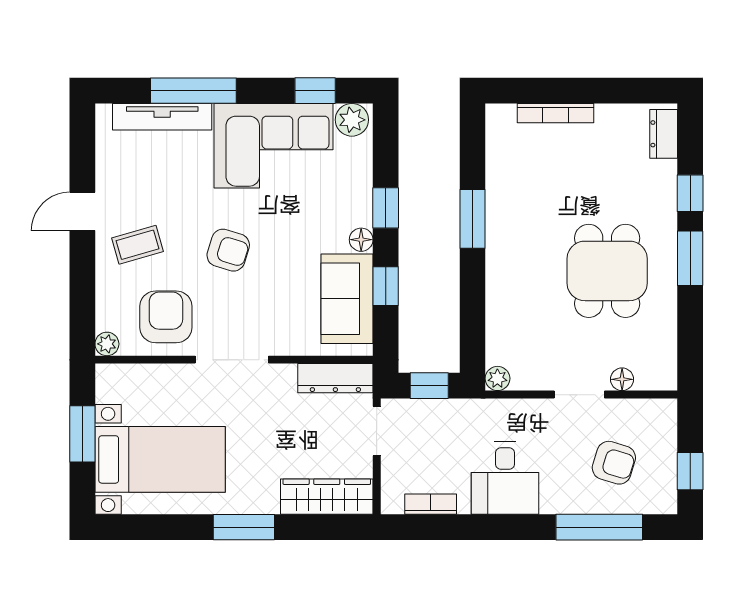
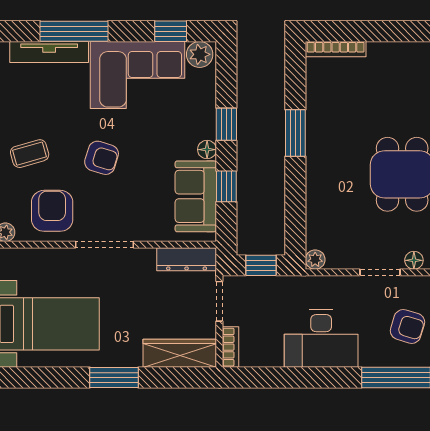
bookcase: (556, 113) -> (336, 49), moved
desk: (505, 478) -> (321, 339), width x1.37
bookcase: (431, 504) -> (231, 347), moved, turned 90

